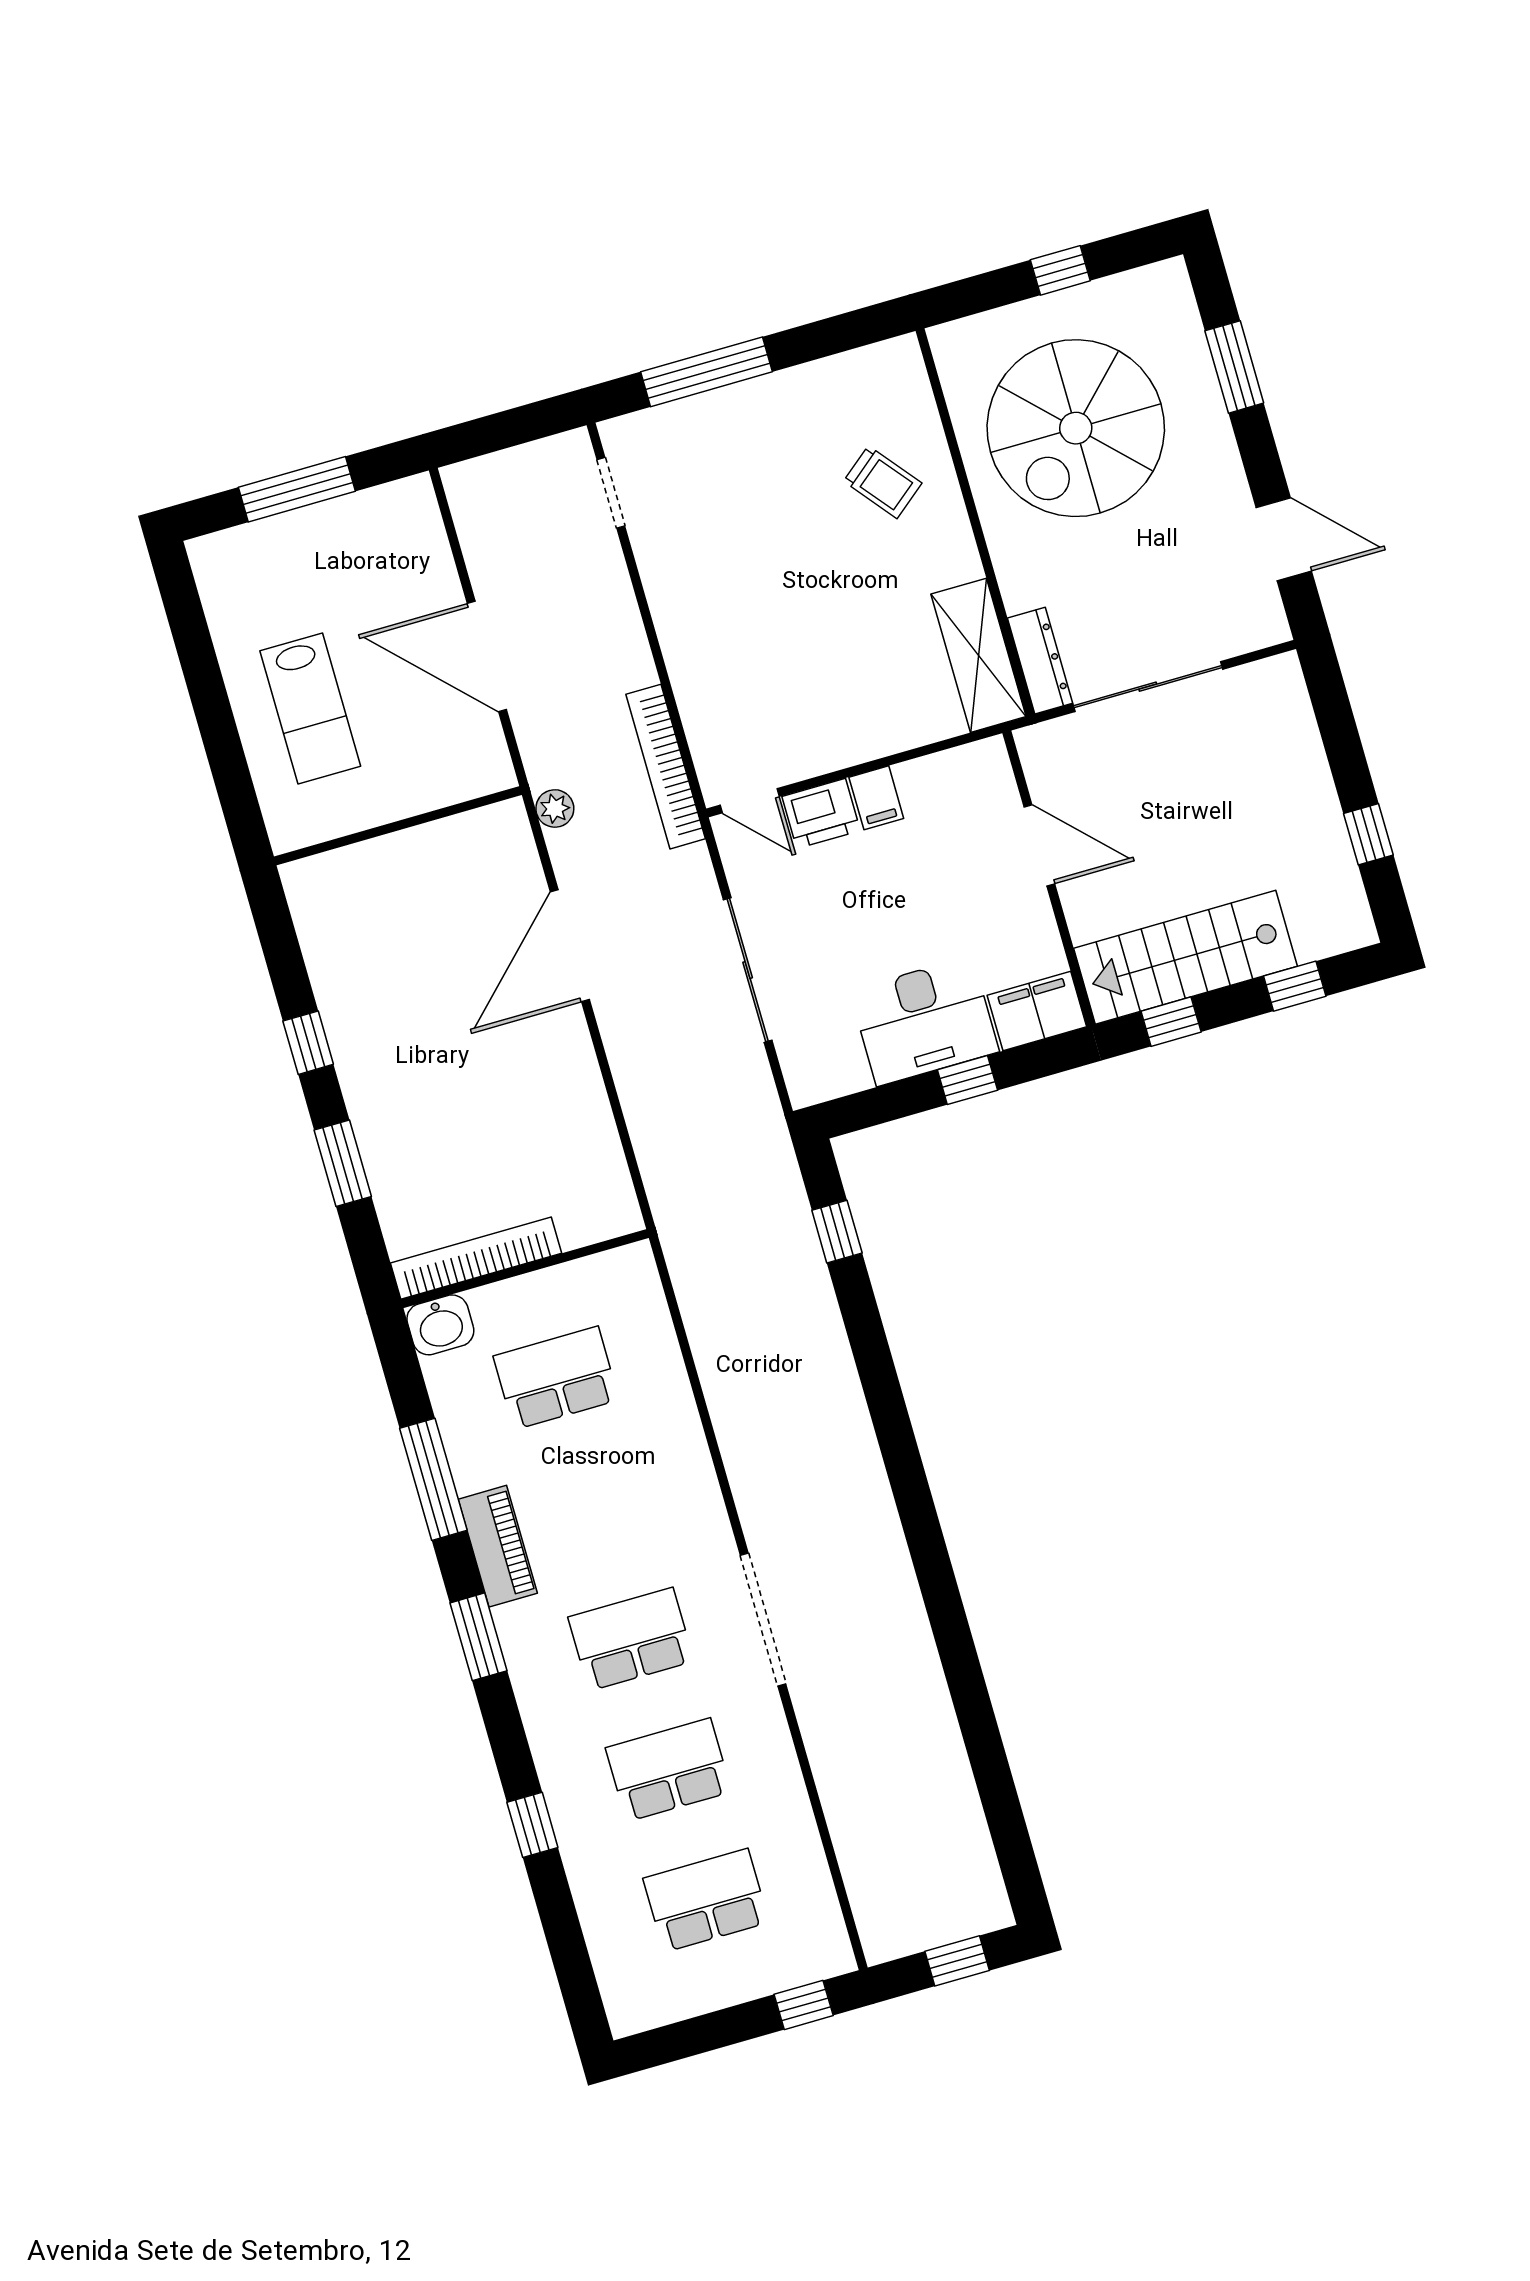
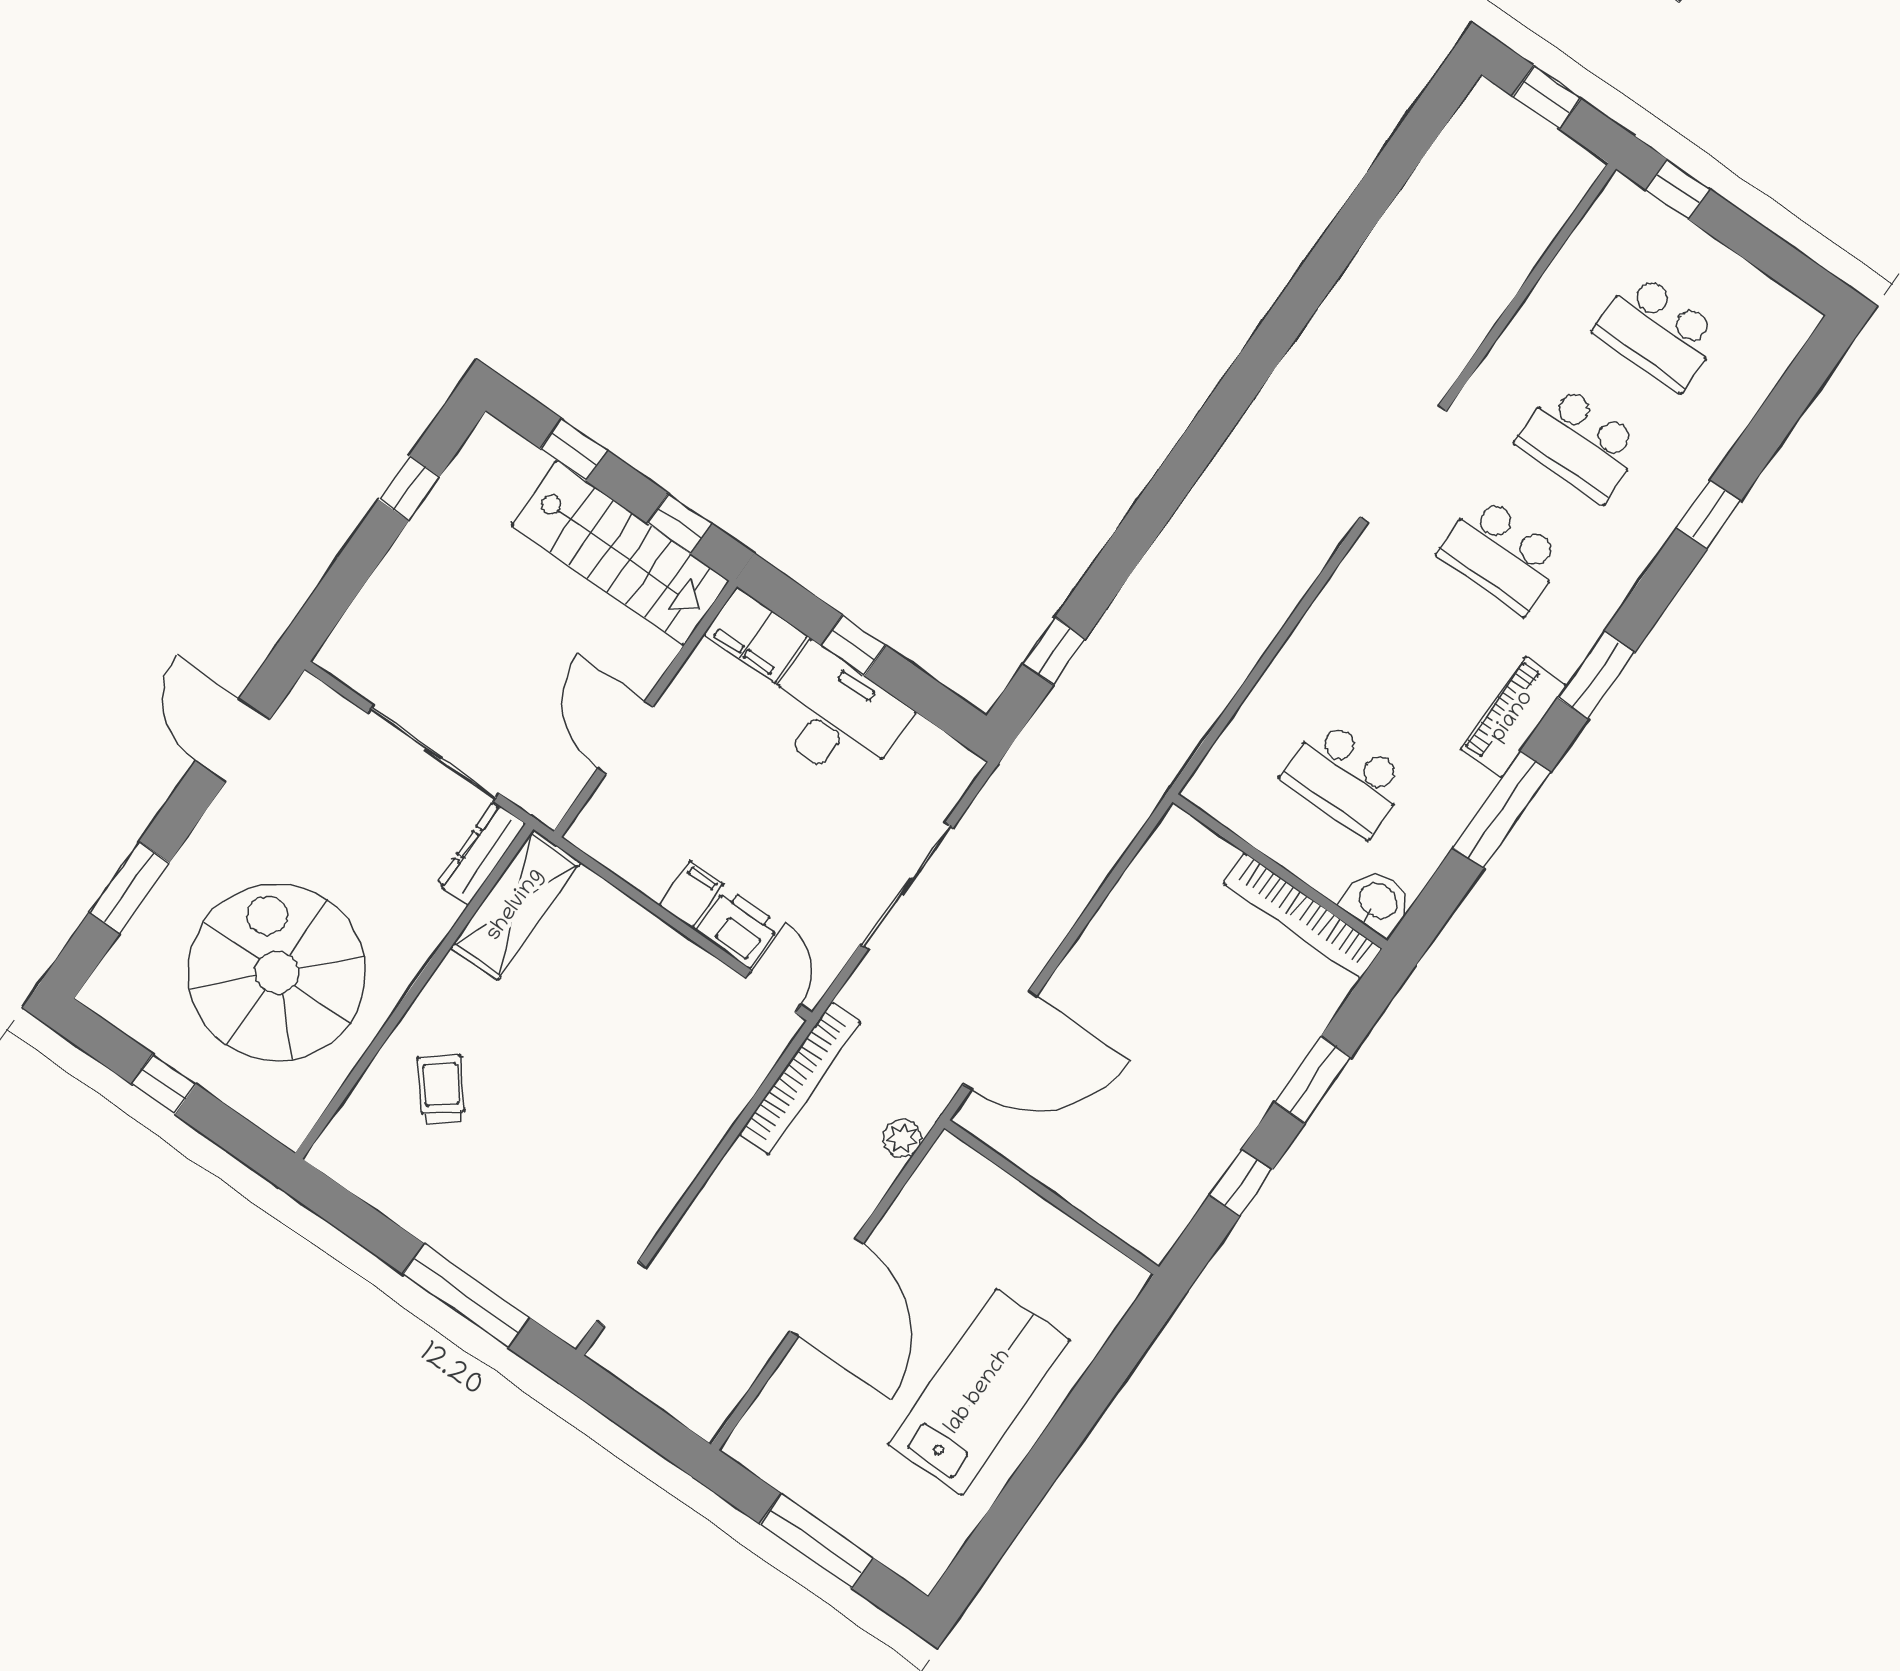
spiral stairs: (1076, 428) -> (277, 972), turned -90
lab bench: (310, 708) -> (979, 1392), width x1.36, depth x1.39
wall: (398, 826) -> (1052, 1197), moved

